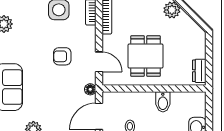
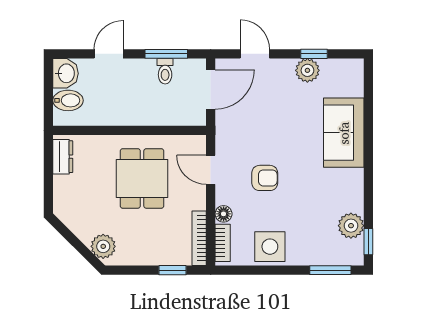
floor lamp: (90, 89) -> (224, 214), moved
bidet: (163, 102) -> (68, 100), moved, turned 90

